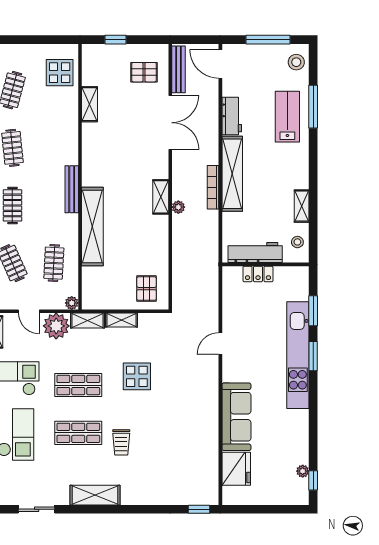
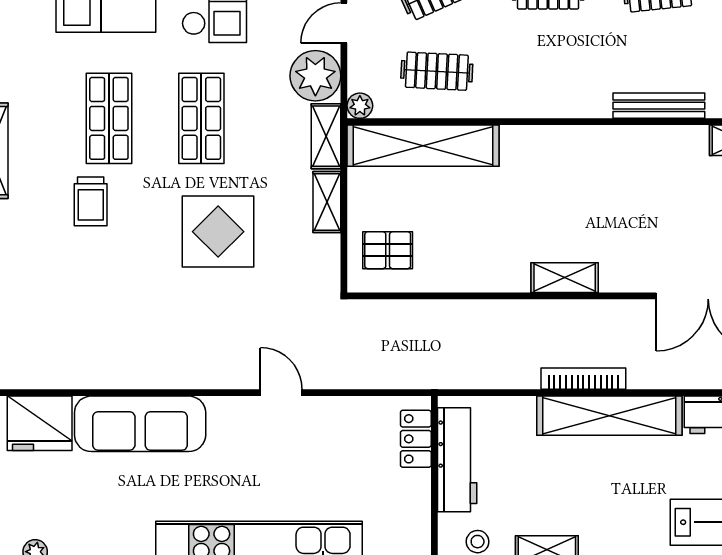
bench: (72, 189) -> (659, 106), moved
plant: (178, 207) -> (545, 312), removed
shelving: (92, 227) -> (423, 146), moved
locker: (258, 274) -> (416, 439), moved
display table: (137, 376) -> (218, 232), width x1.36, depth x1.36
trolley: (121, 442) -> (91, 201), turned -90

